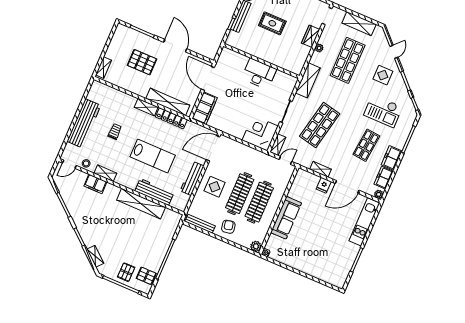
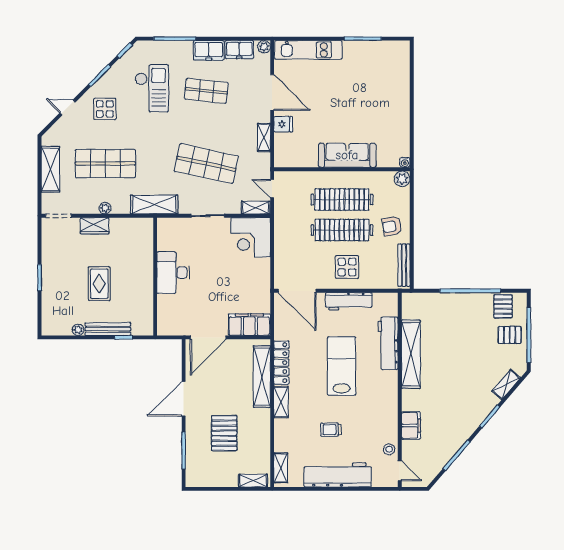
shelving: (105, 173) -> (281, 468), moved

